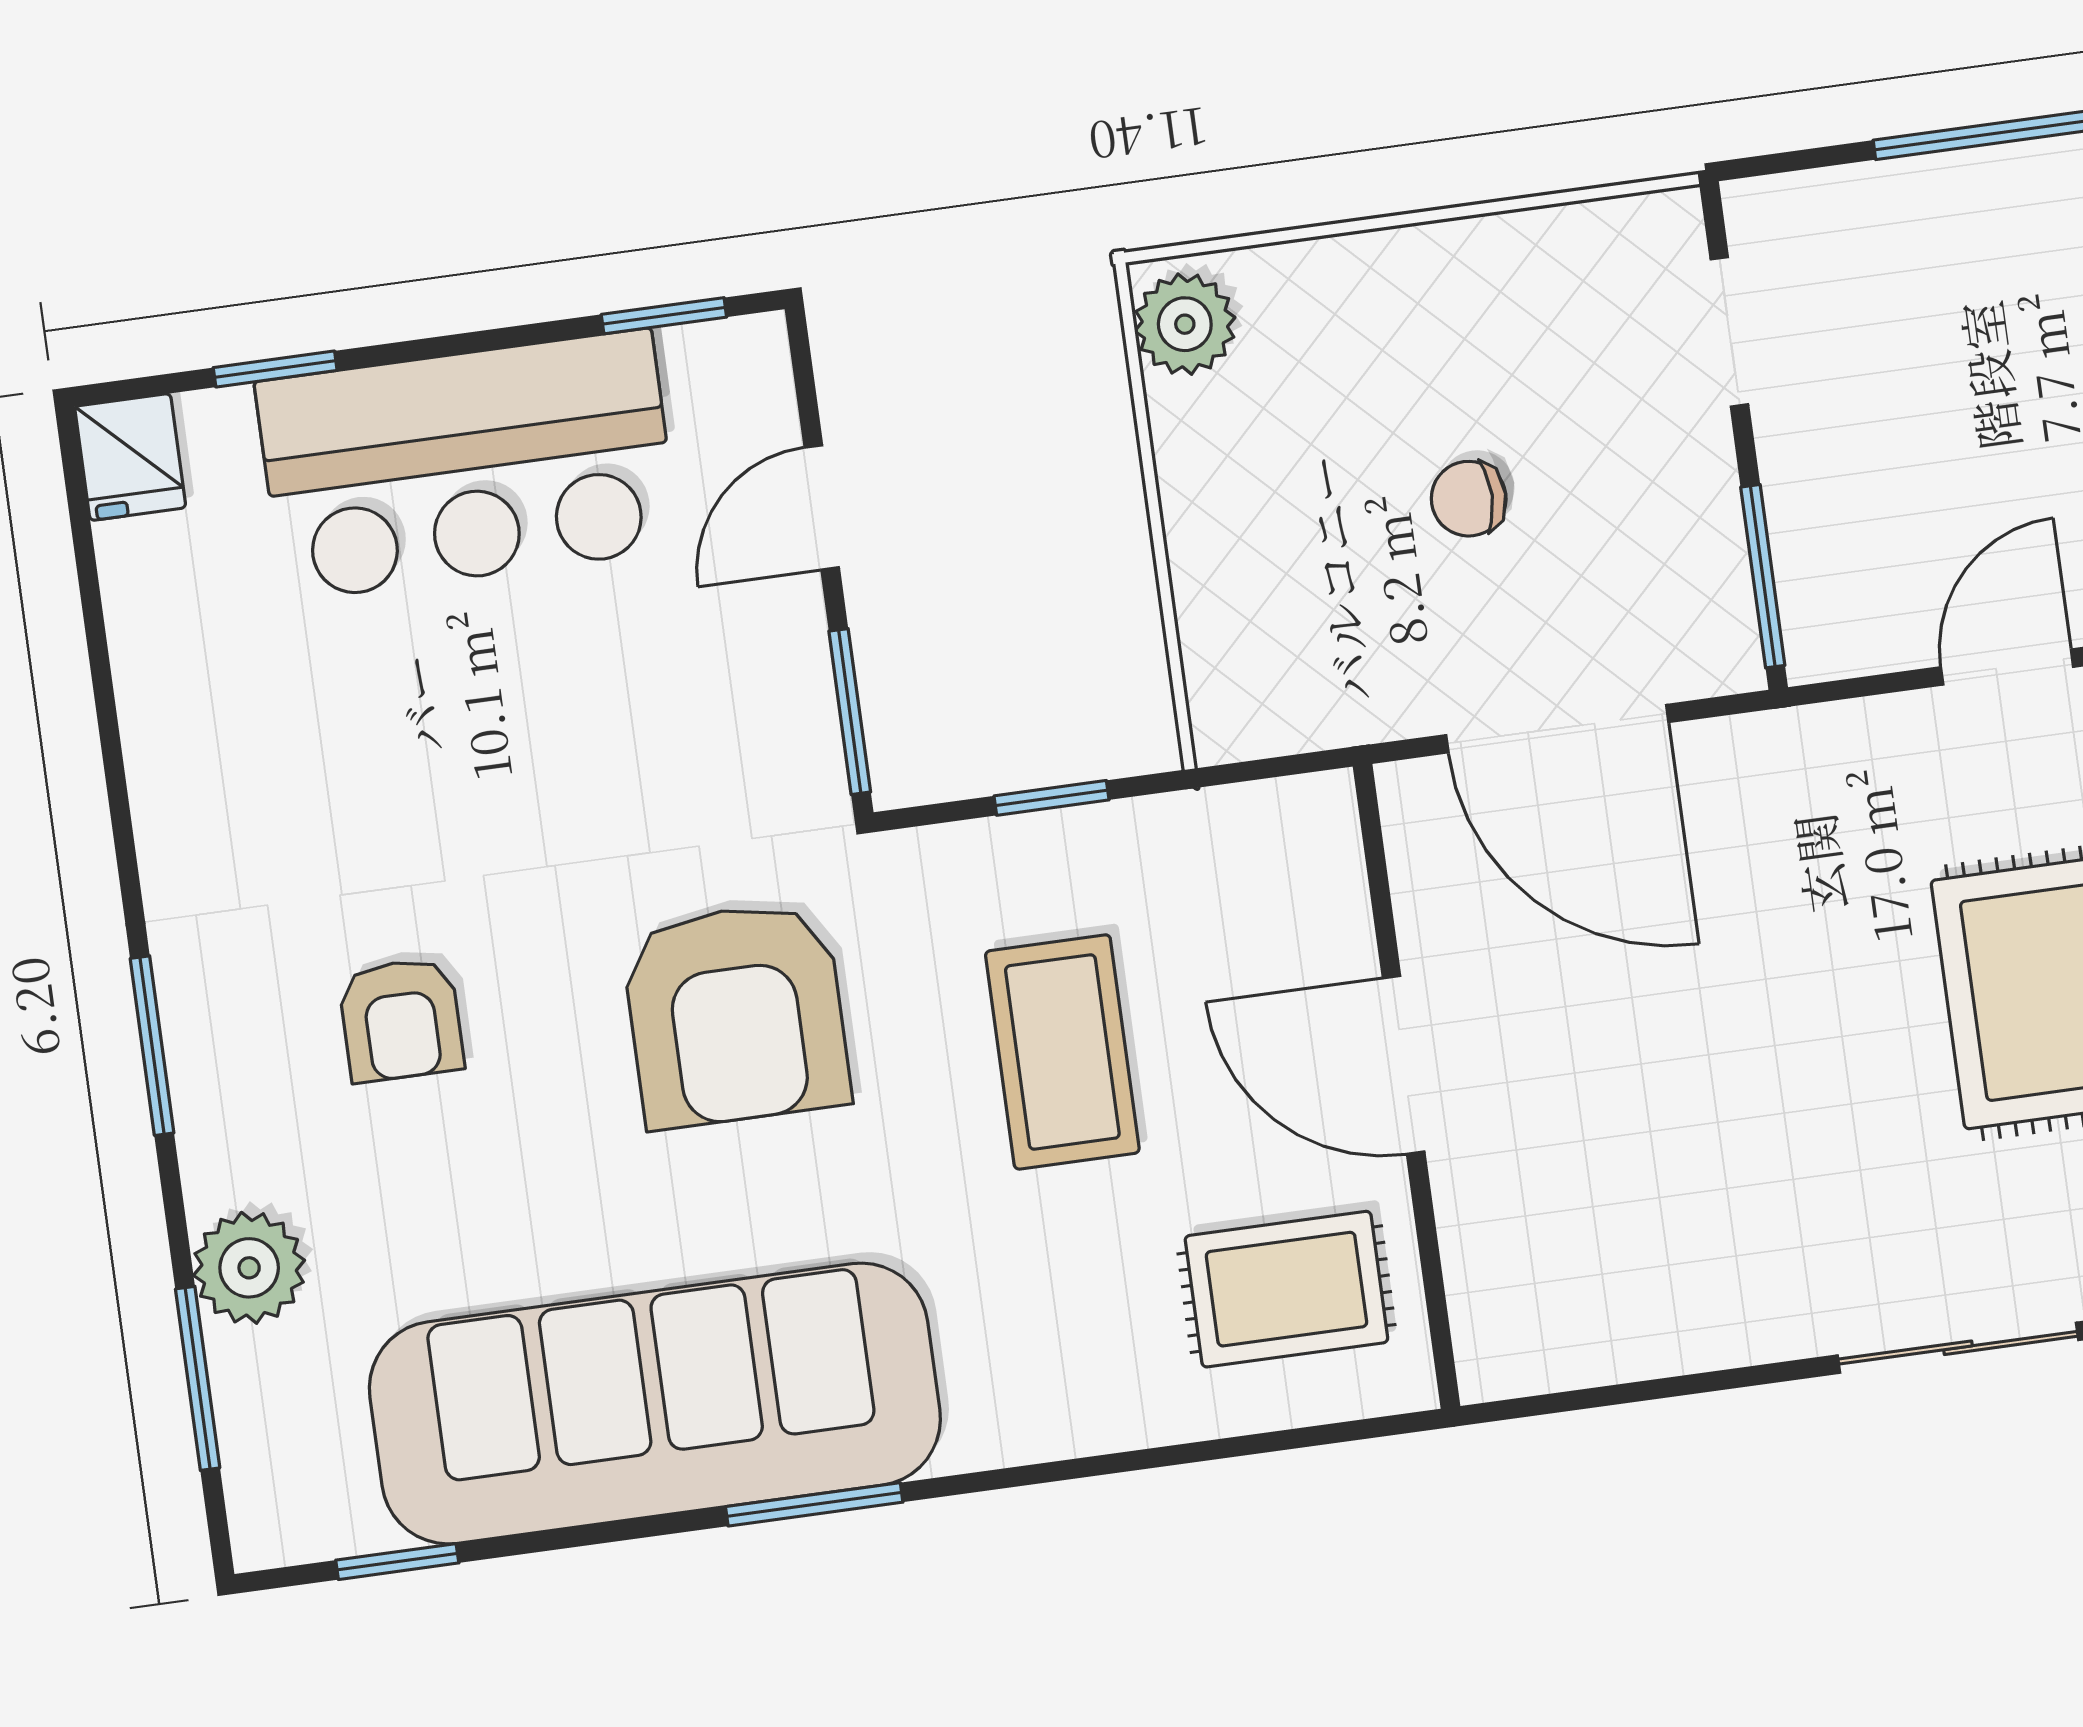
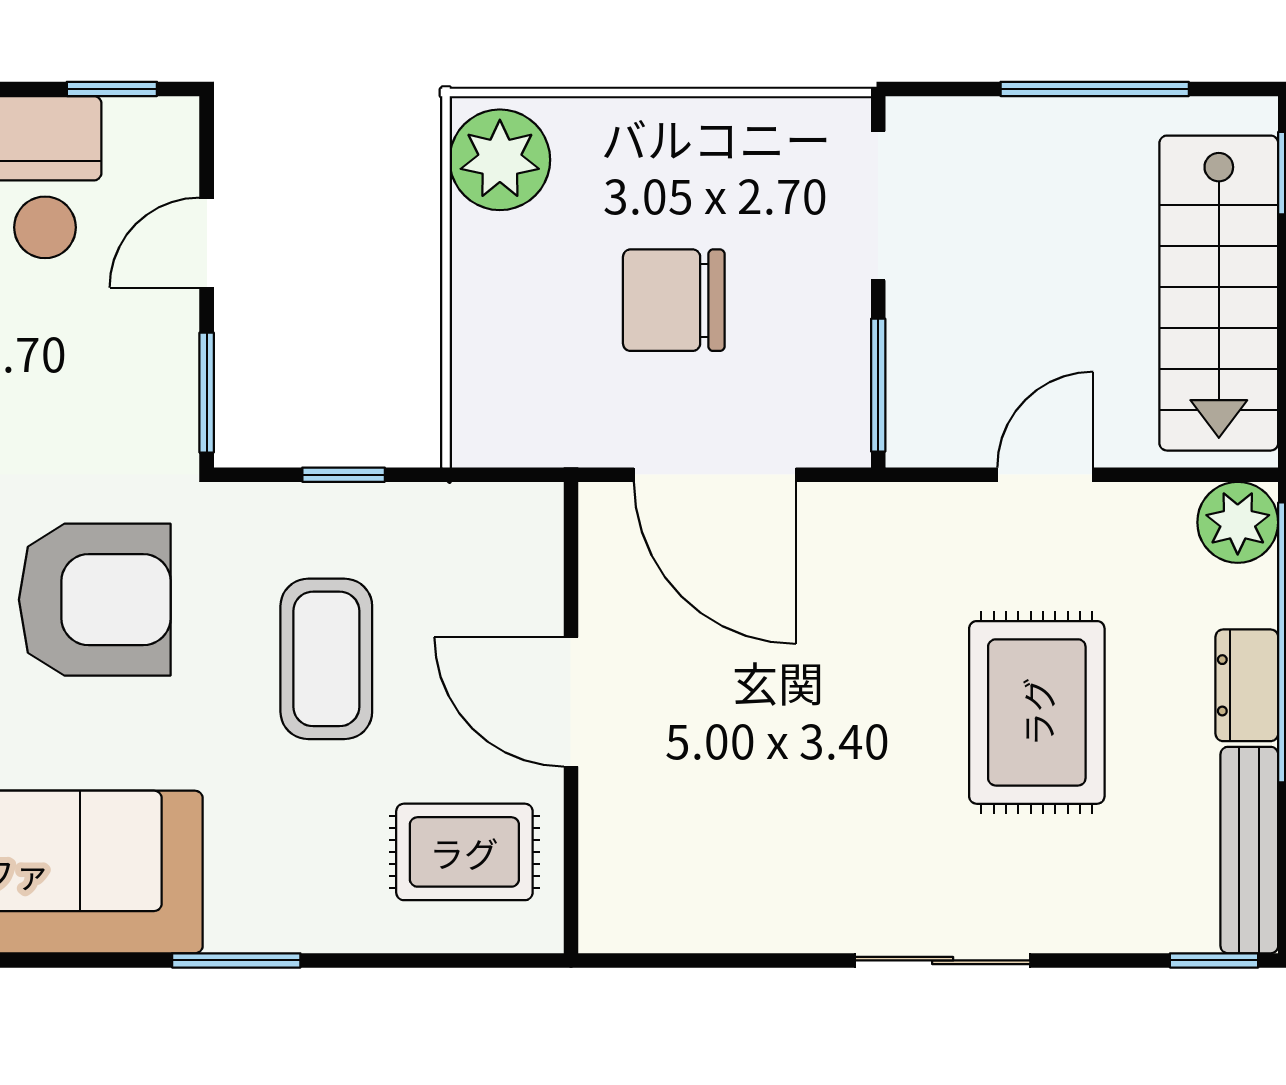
plant: (1185, 324) -> (500, 160), width x1.36, depth x1.36
doorway: (1729, 332) -> (878, 206), width x1.38
chair: (1469, 499) -> (674, 300), width x1.87, depth x1.87
armchair: (736, 1015) -> (95, 600), turned -90
window: (814, 1504) -> (236, 960), moved

